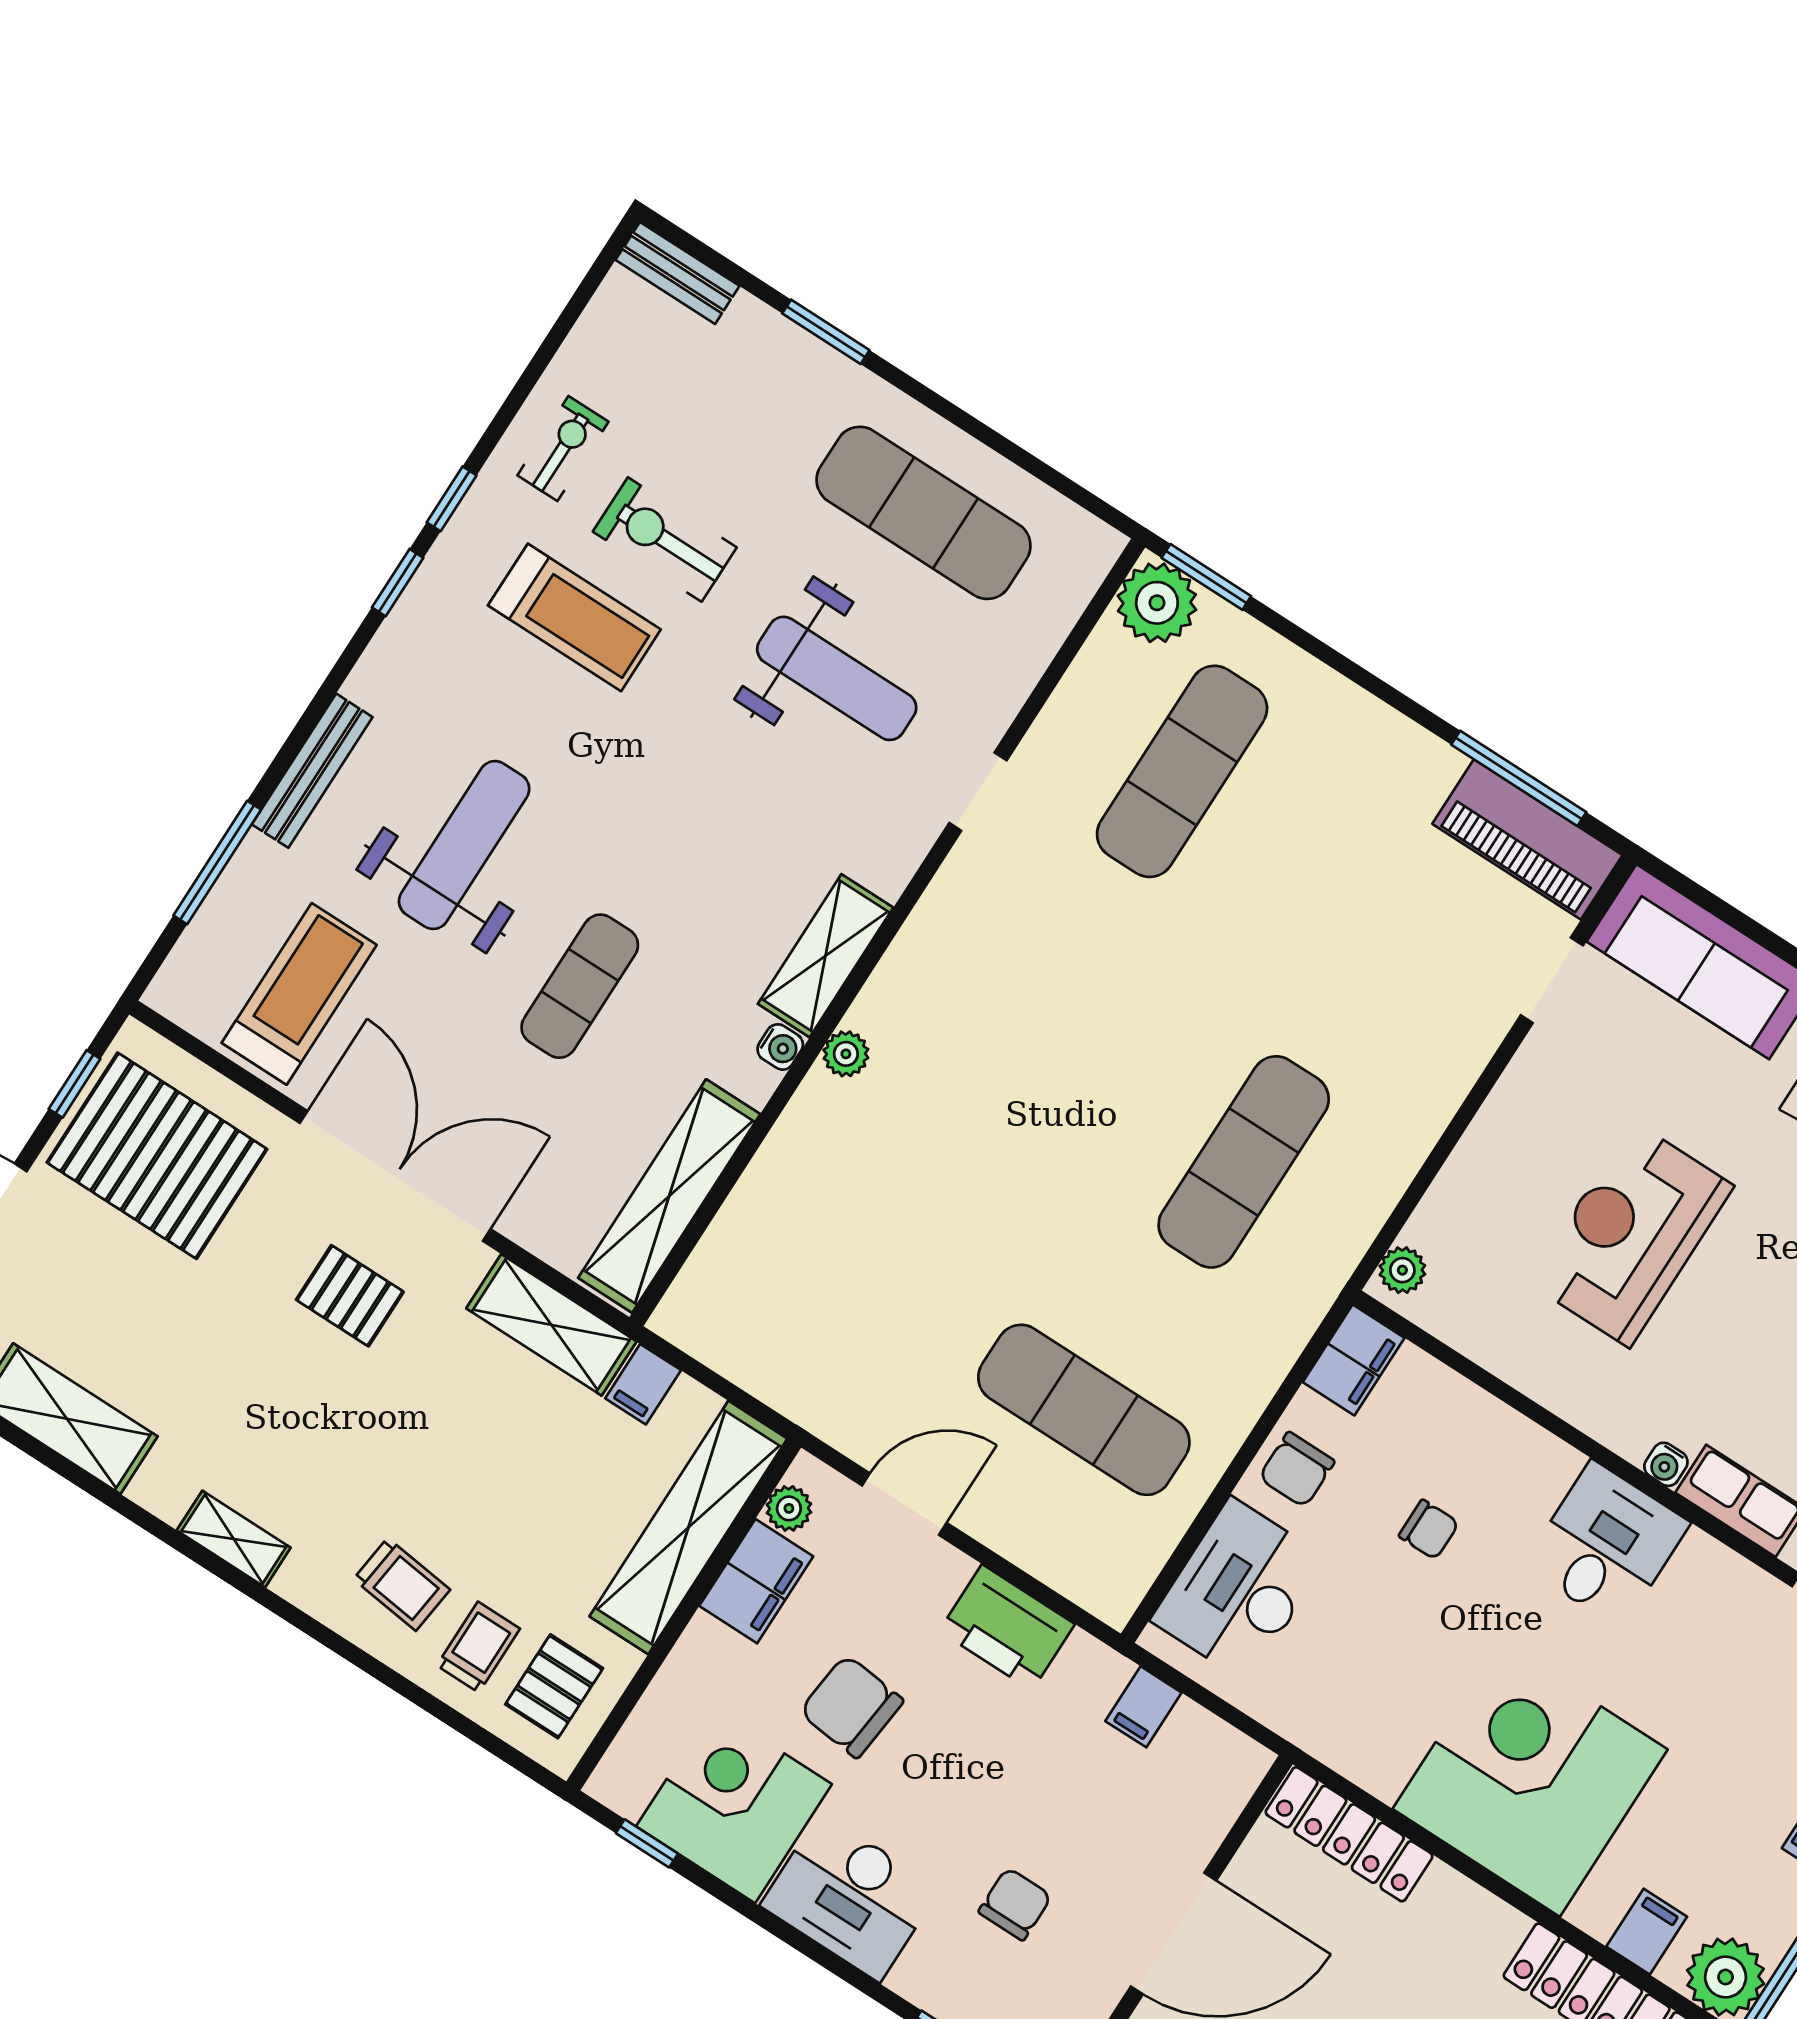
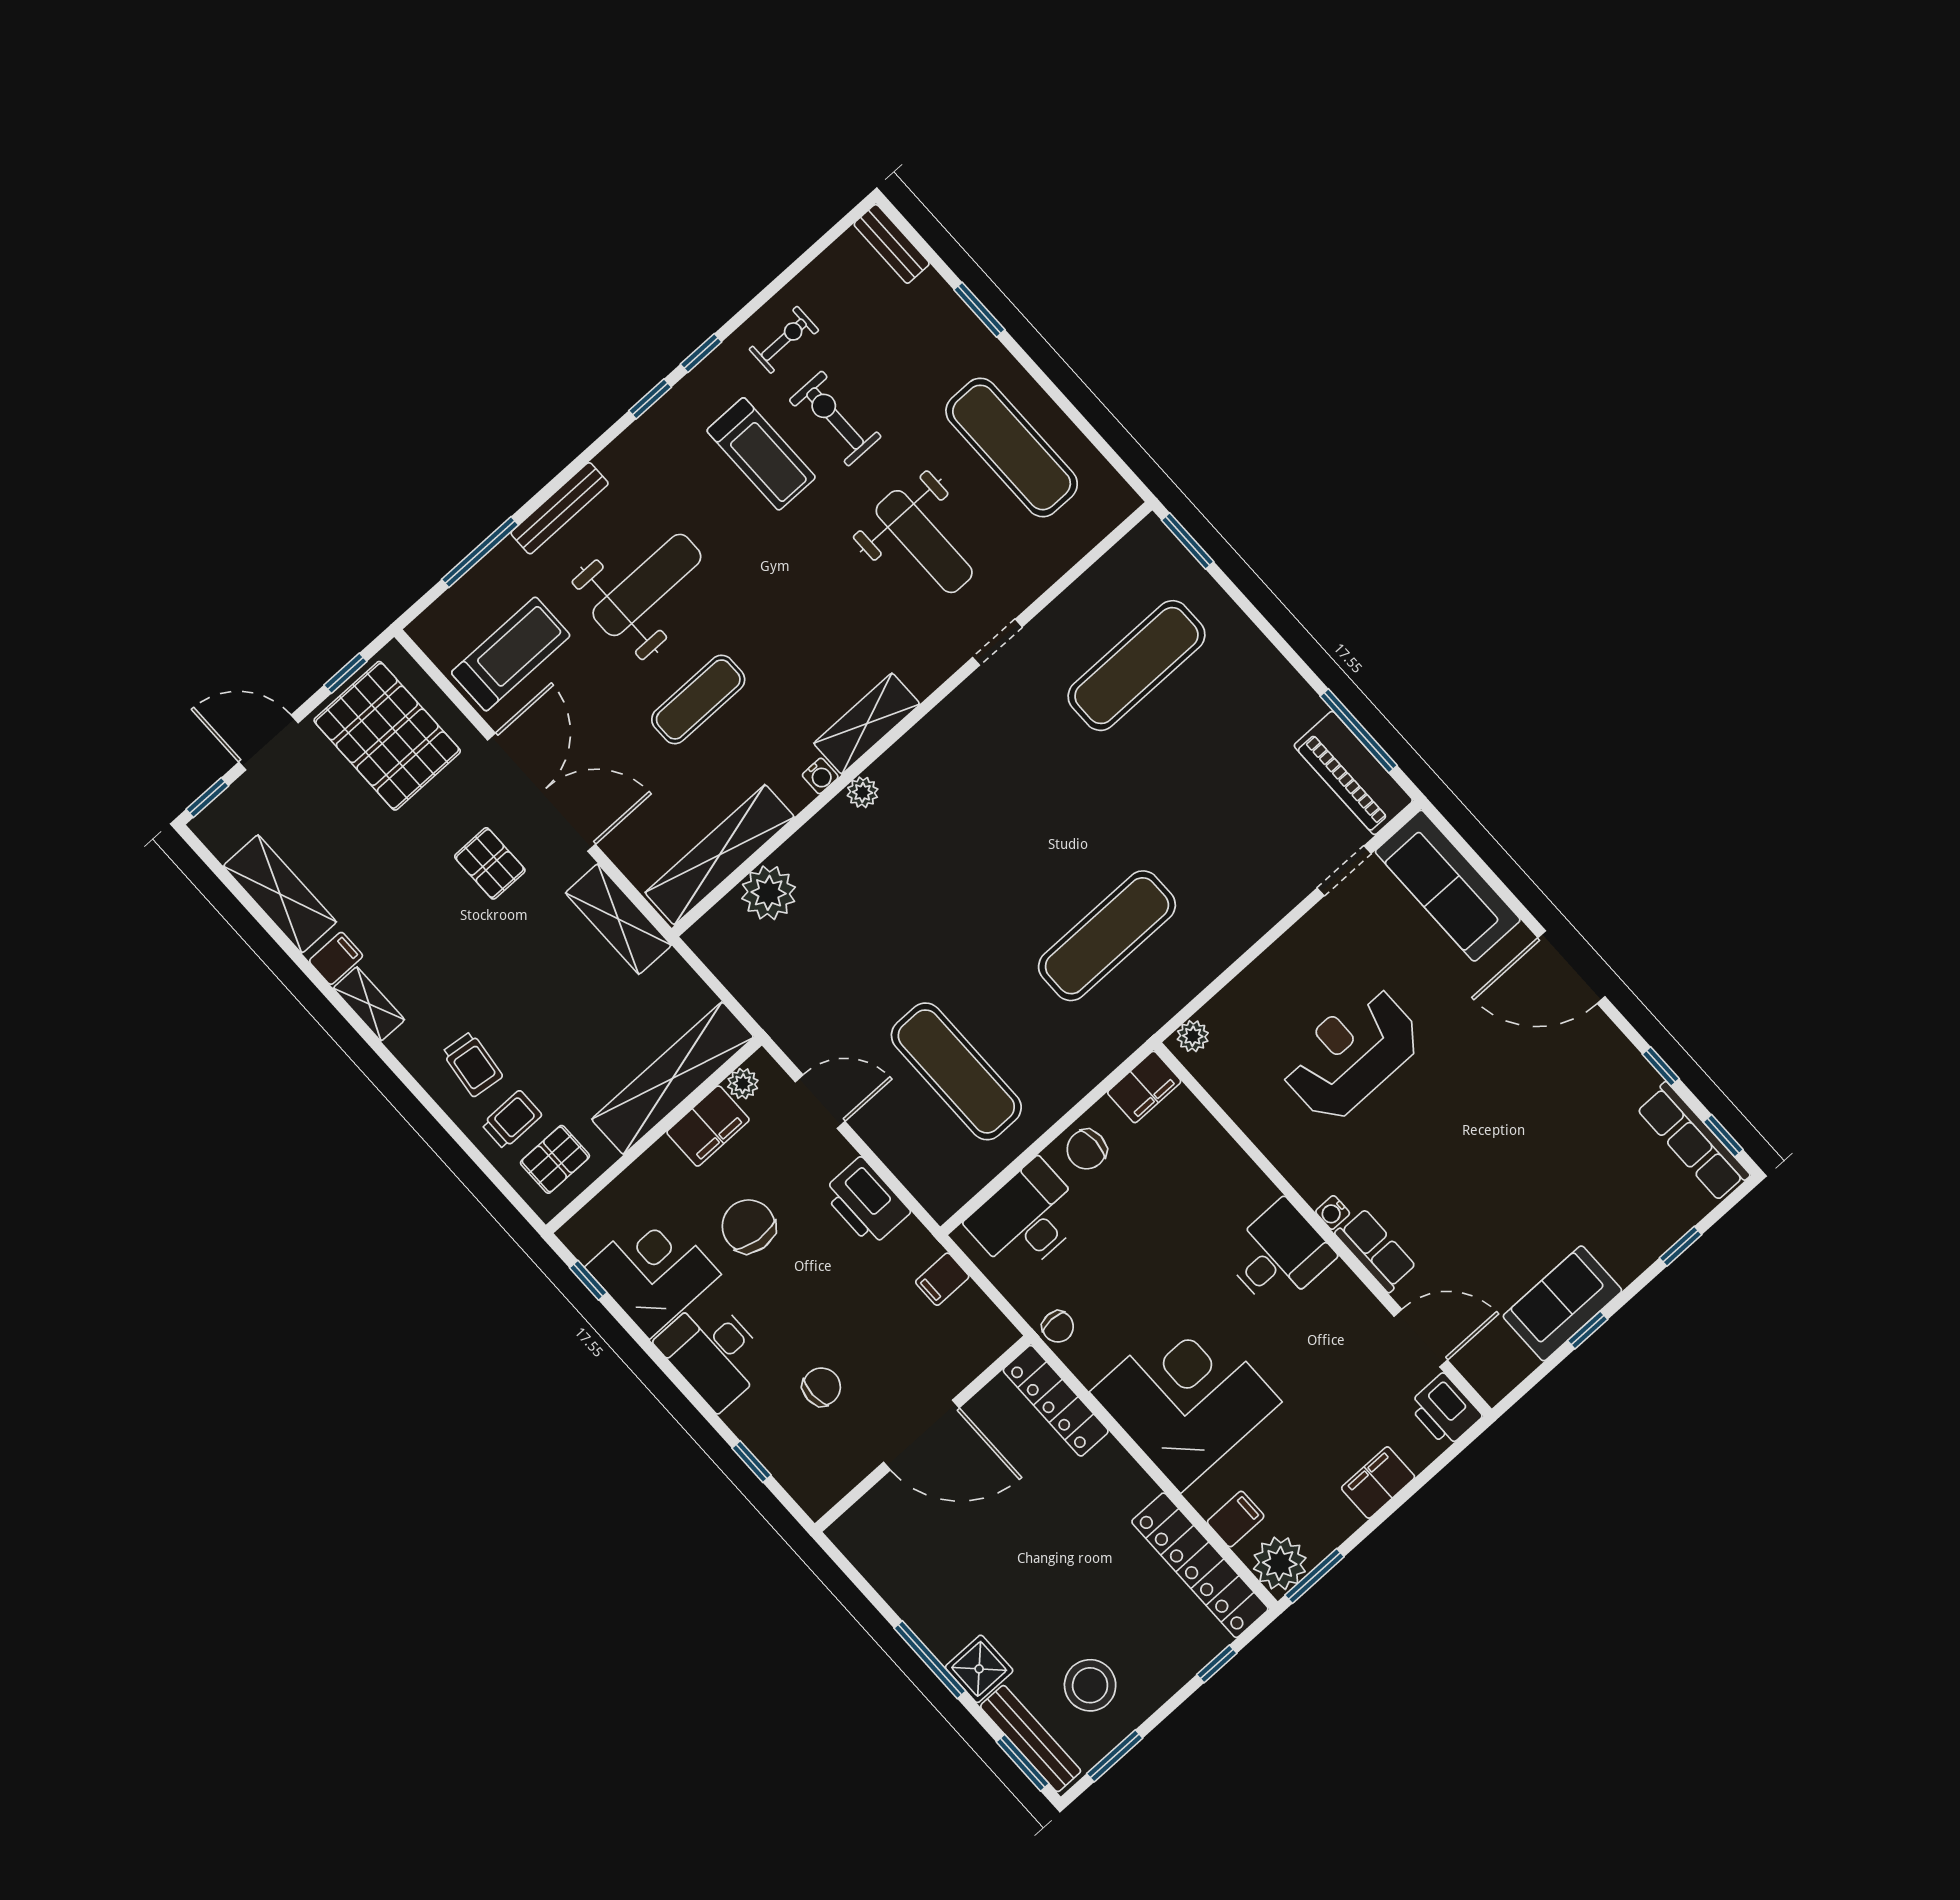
plant: (1157, 603) -> (769, 893), moved
filing cabinet: (643, 1384) -> (336, 958), moved, turned 180
chair: (1429, 1530) -> (1058, 1327), moved

